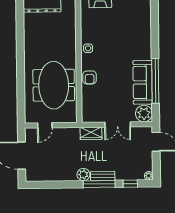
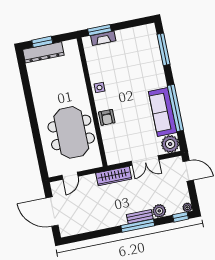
window: (155, 24) -> (163, 49), added
wardrobe: (91, 133) -> (114, 176), width x1.50
plant: (83, 175) -> (159, 211), moved
window: (130, 184) -> (180, 217), moved

